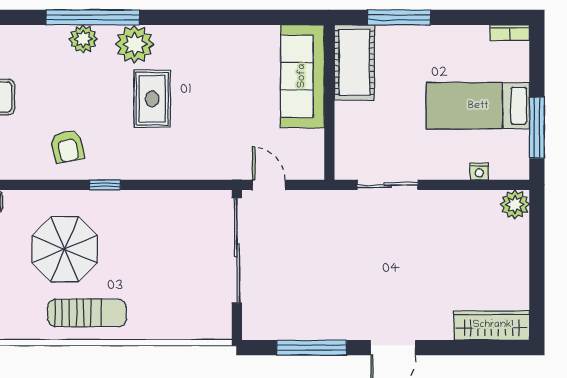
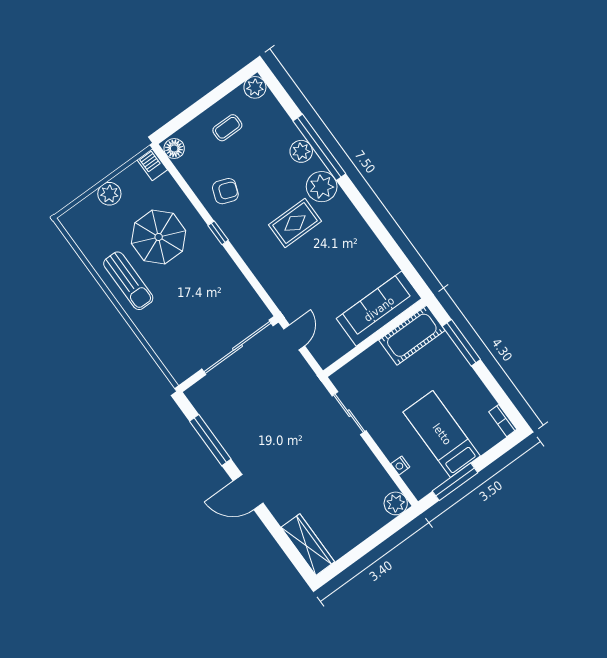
armchair: (67, 146) -> (225, 191), turned -147

